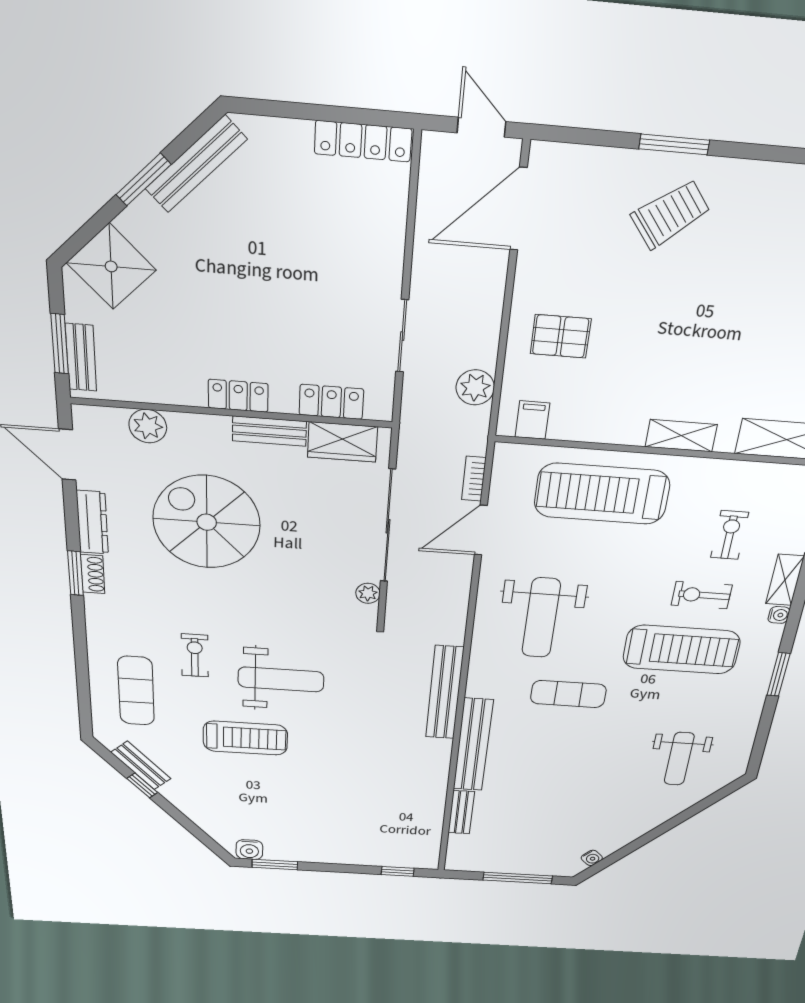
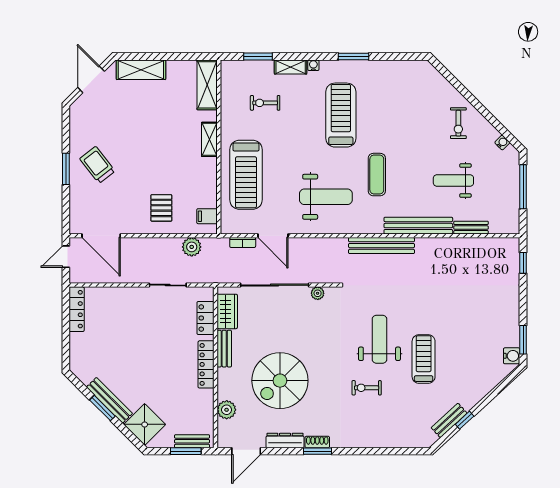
bench: (196, 164) -> (109, 400), moved
locker: (238, 396) -> (206, 364), width x1.53
exercise bike: (702, 595) -> (458, 123), moved
exercise mat: (136, 691) -> (394, 421), removed
weight bench: (679, 759) -> (453, 181), moved, turned 180

